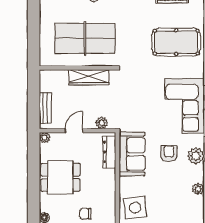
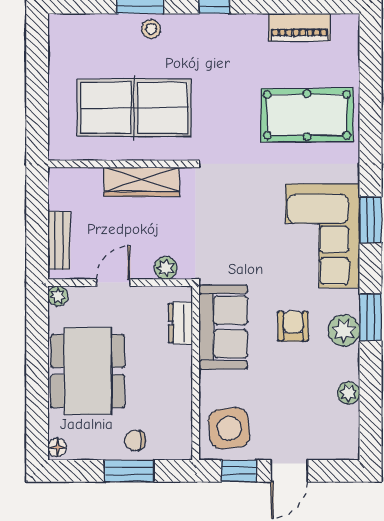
dresser: (109, 152) -> (181, 323), width x0.70
dining table: (60, 177) -> (88, 371), width x1.38

